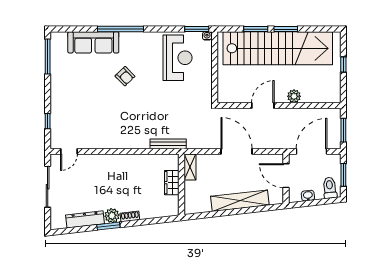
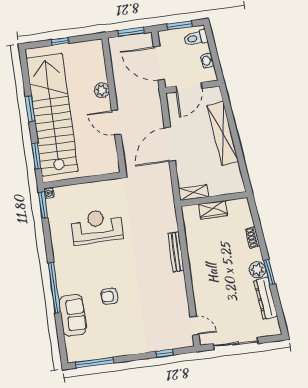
window: (256, 29) -> (37, 156), moved
sofa: (93, 42) -> (73, 315), width x0.73
reception desk: (178, 58) -> (97, 227), moved
armchair: (125, 76) -> (109, 296), moved, turned -136
bench: (168, 144) -> (176, 252), moved
shoe rack: (130, 217) -> (253, 237), moved

